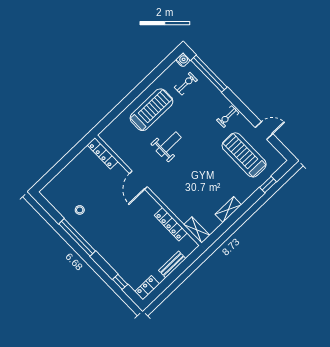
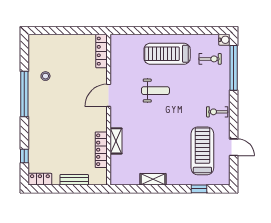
treadmill: (151, 110) -> (167, 54), turned 180
shelving: (197, 230) -> (116, 141), moved

